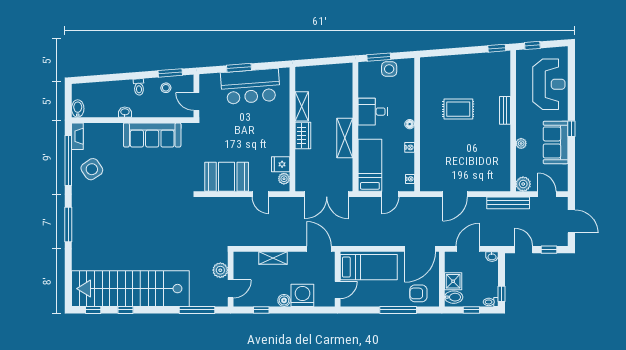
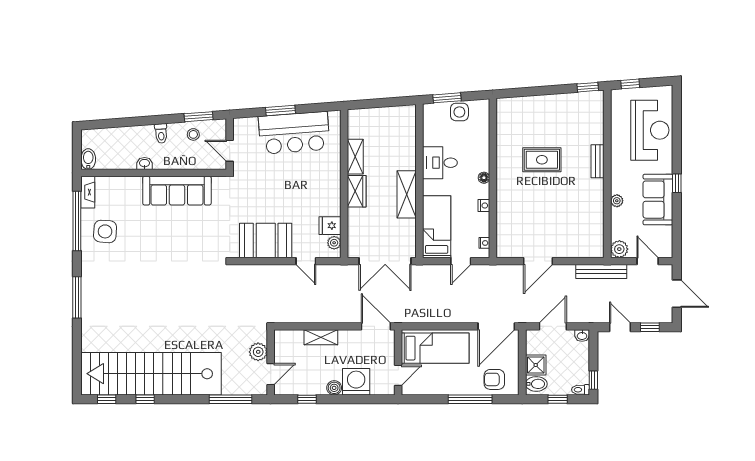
side table: (92, 169) -> (105, 231), turned 38

